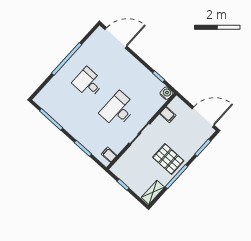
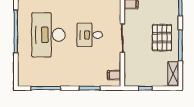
desk: (88, 83) -> (48, 35), width x1.87, depth x1.30
desk: (118, 110) -> (90, 35), width x0.73
pallet: (168, 159) -> (162, 38), turned 90

